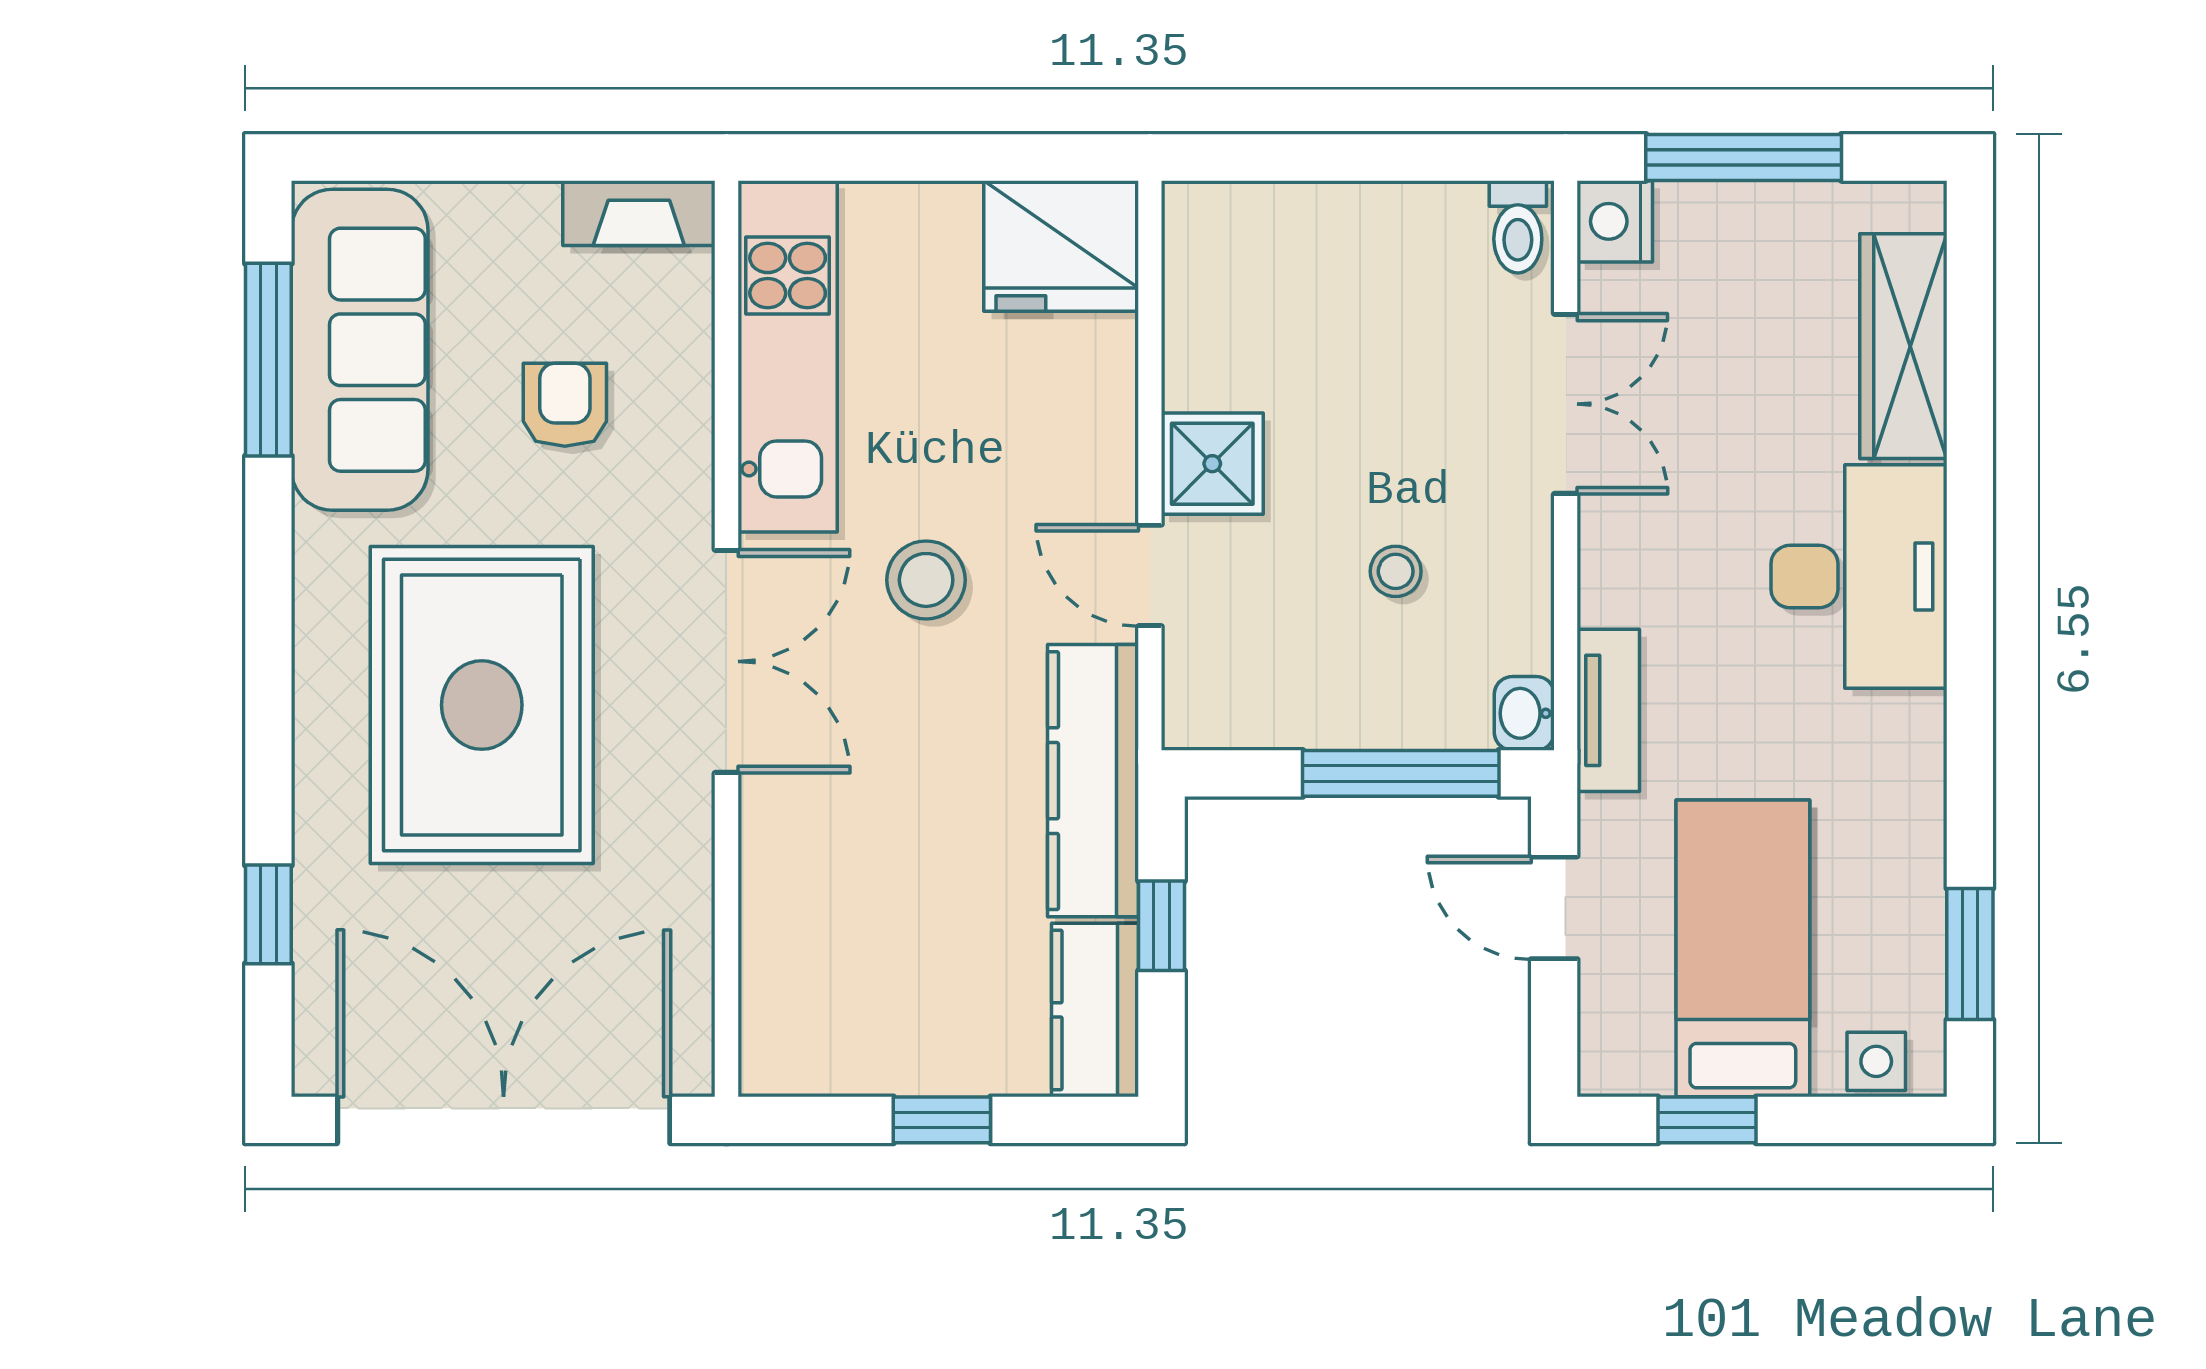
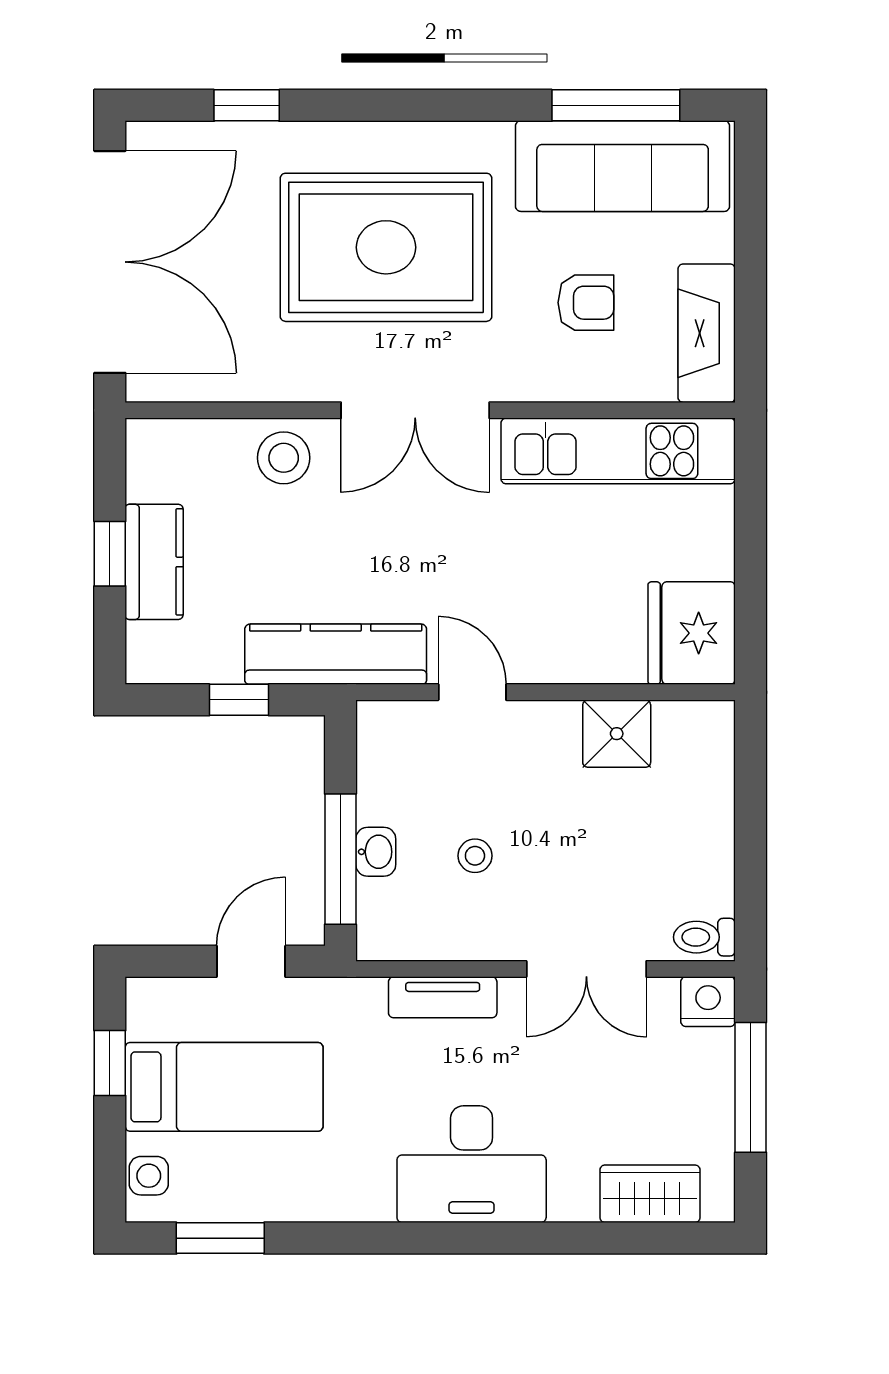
fireplace: (639, 213) -> (707, 333), width x1.37, depth x1.32
wardrobe: (1903, 346) -> (650, 1194), width x0.67
shower: (1212, 464) -> (617, 734), moved
door: (1150, 575) -> (472, 692), hinge flipped
stool: (926, 580) -> (284, 458), moved
tv unit: (1608, 710) -> (443, 997), moved
washbasin: (1524, 713) -> (376, 852), moved, turned 90
kitchen counter: (1095, 1010) -> (154, 562), moved, turned 90

